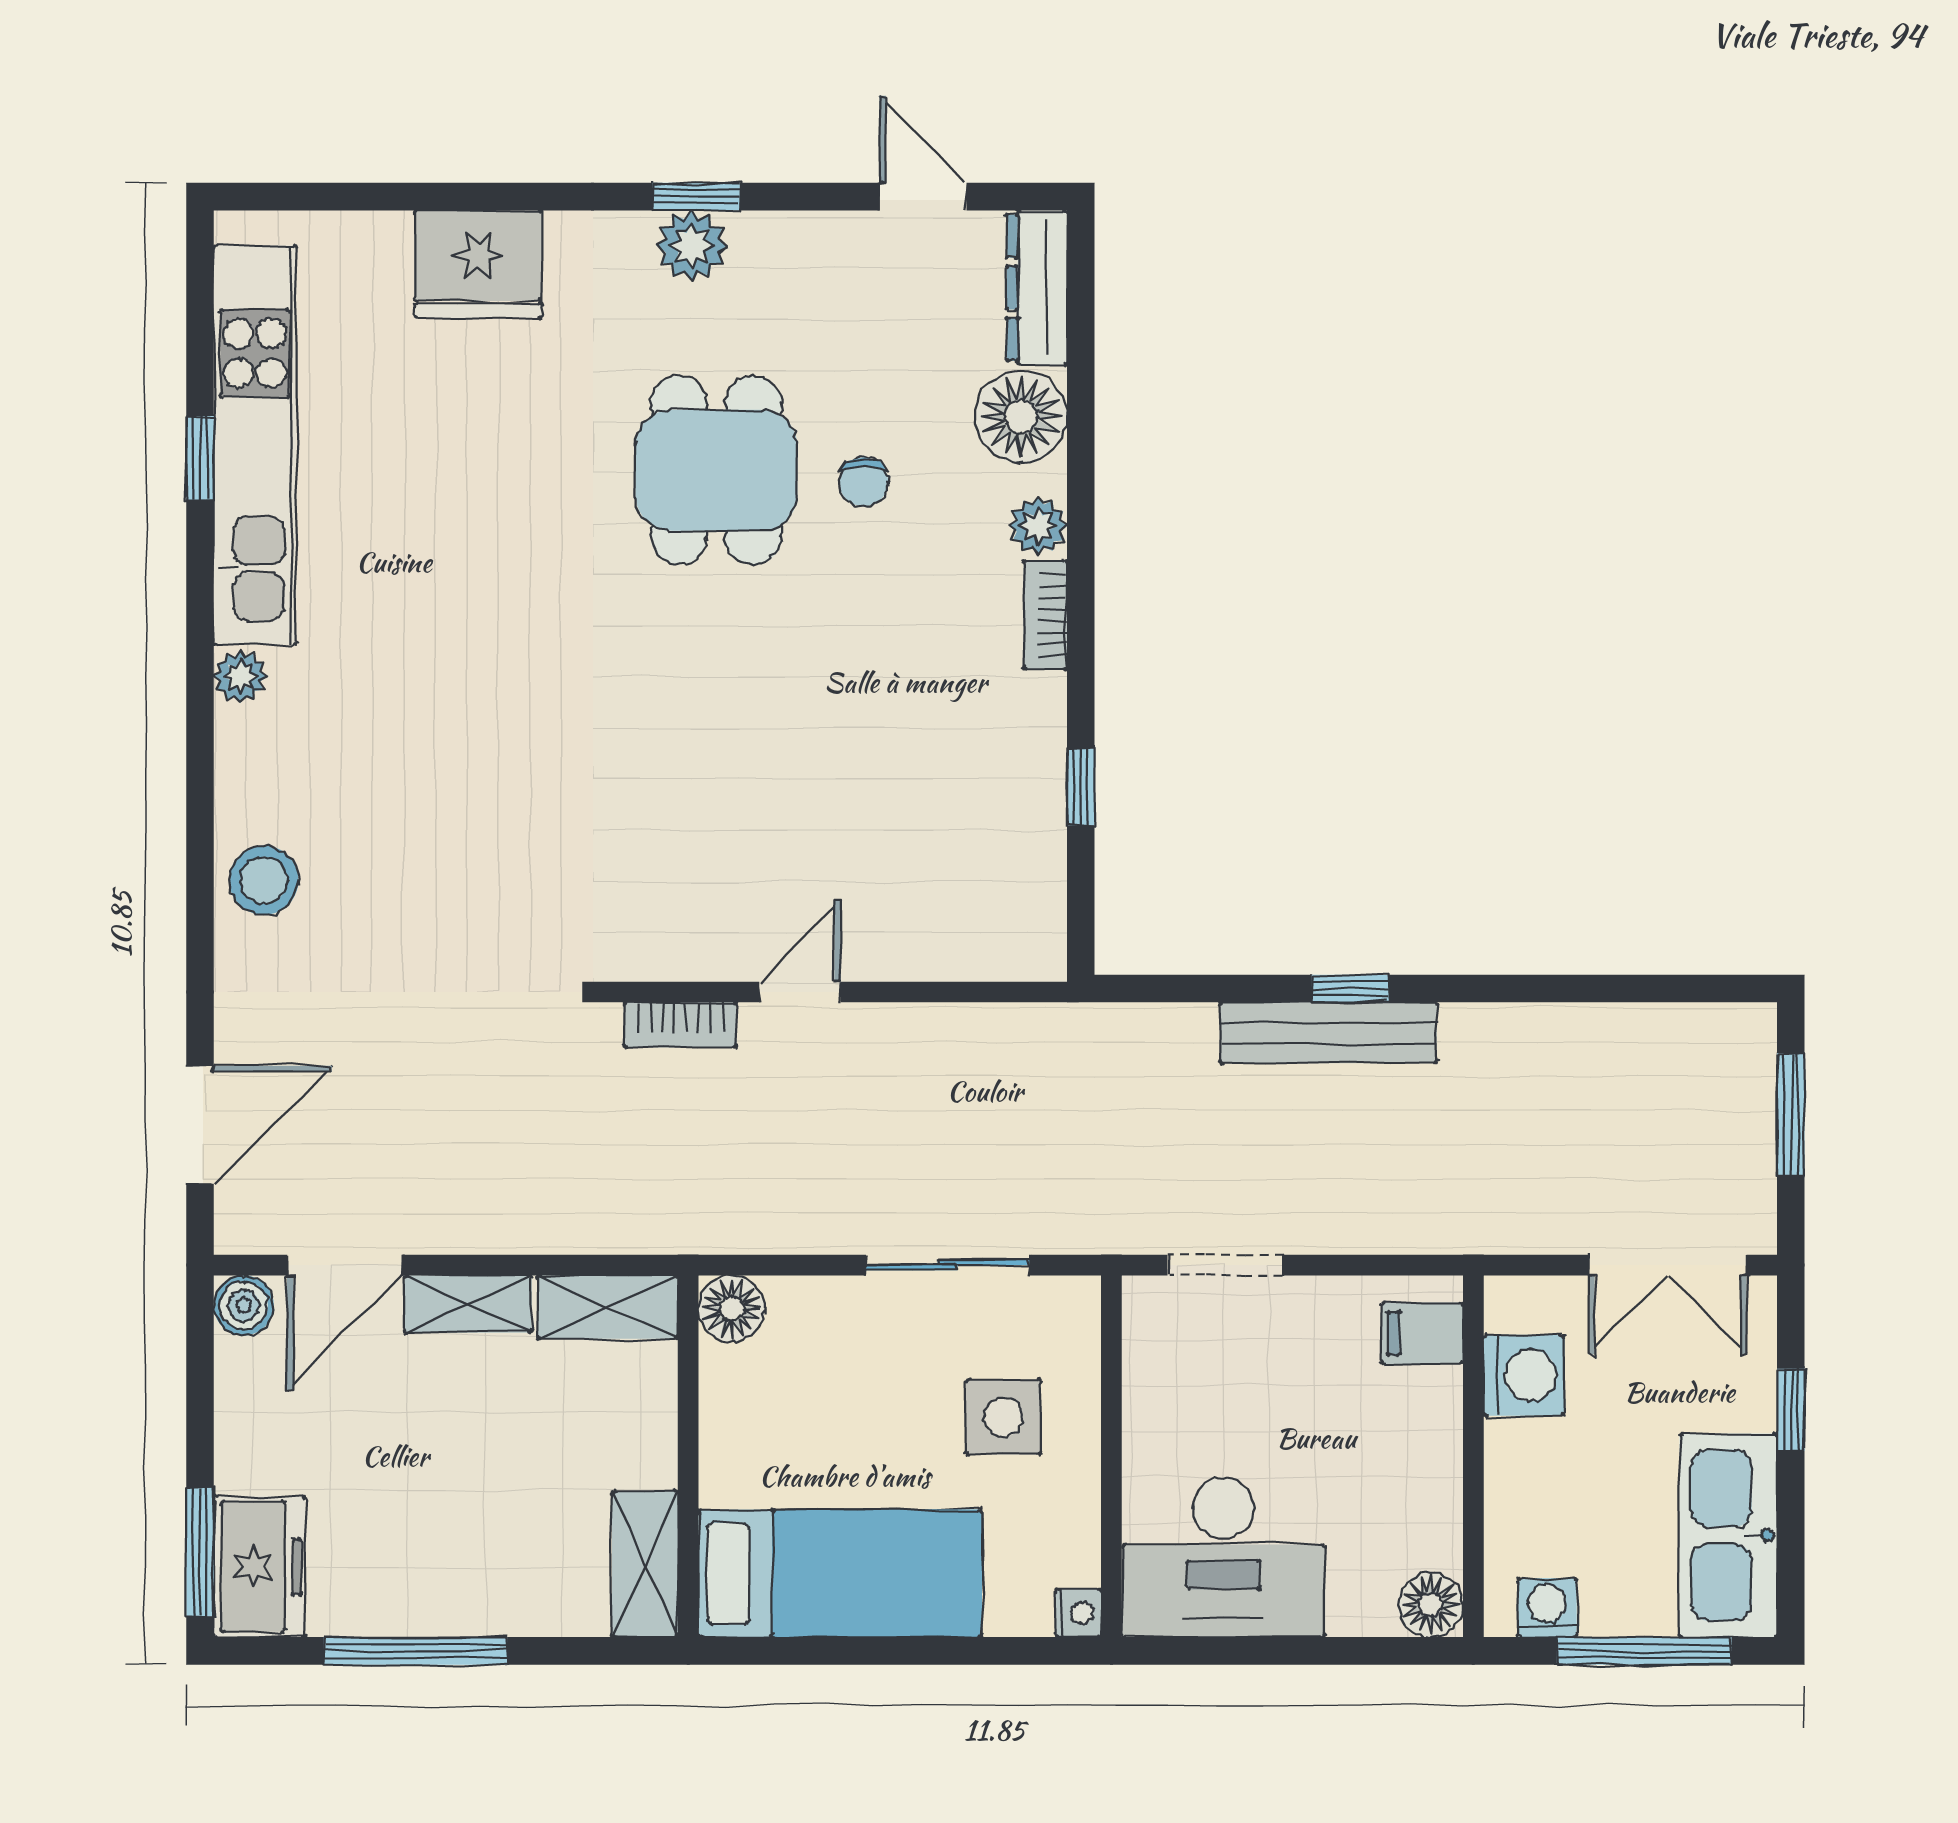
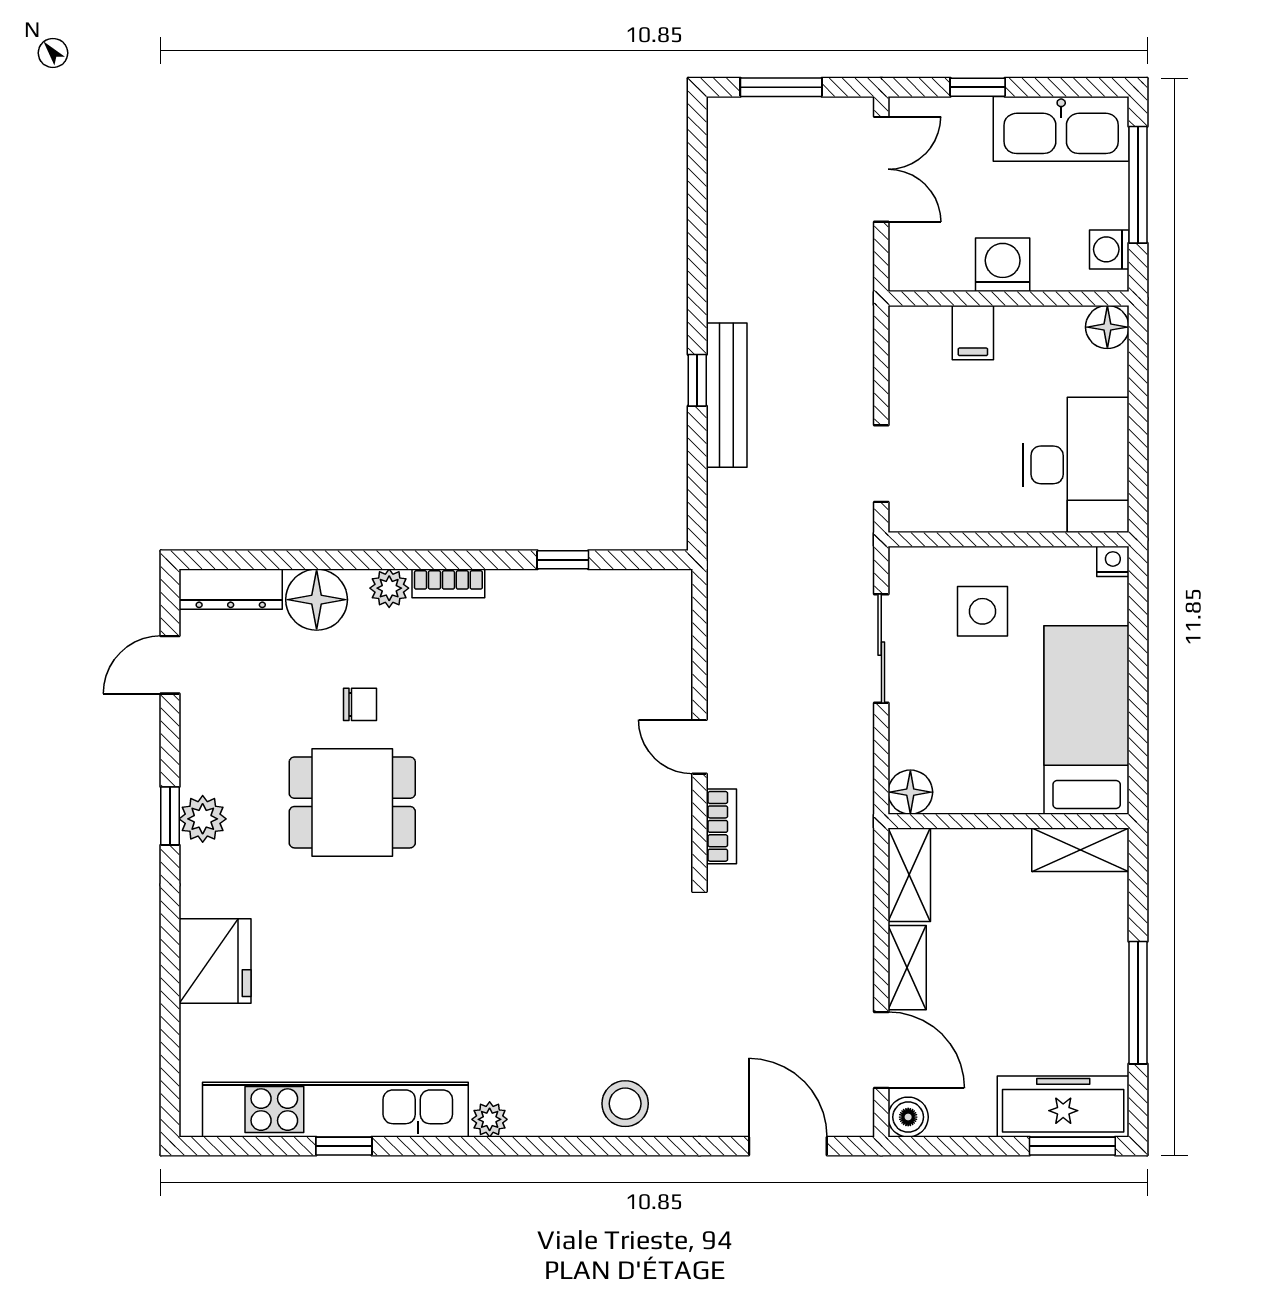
filing cabinet: (1422, 1333) -> (973, 333), moved
washing machine: (1524, 1375) -> (1003, 265), moved
freezer: (260, 1567) -> (1063, 1106), width x1.40

